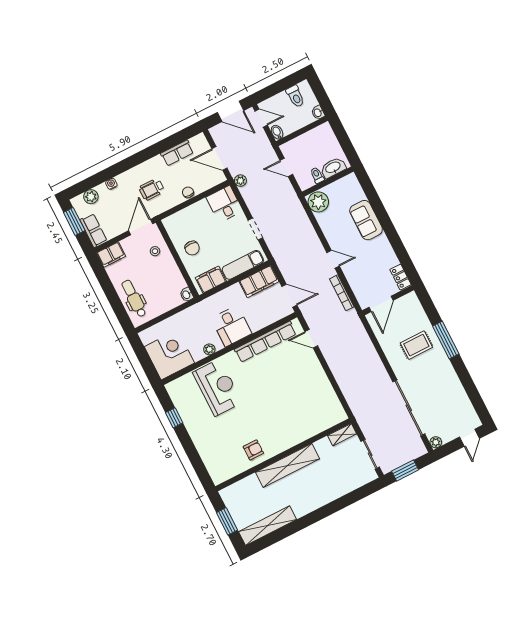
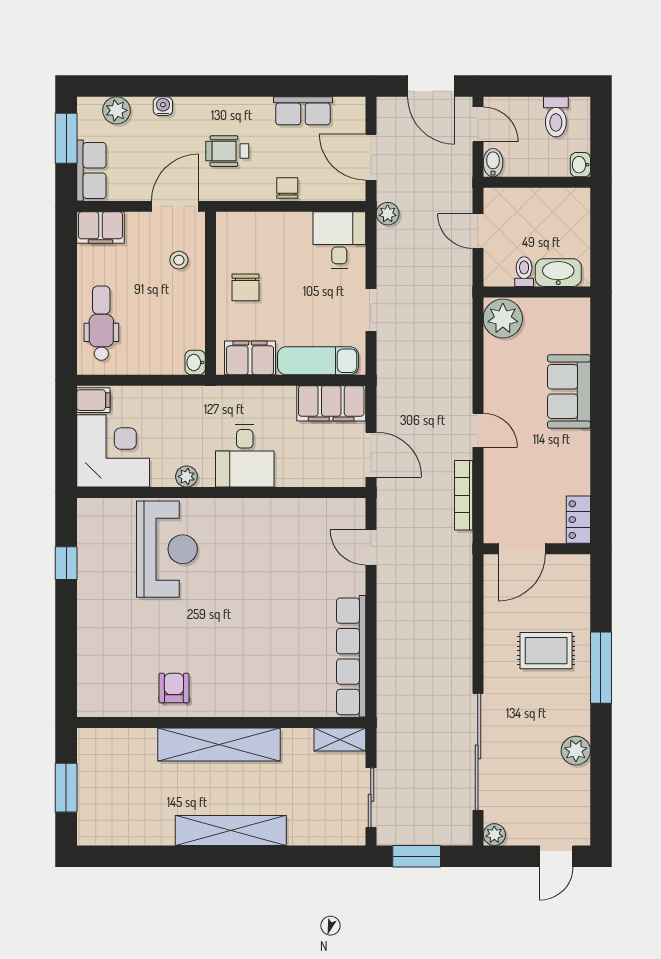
filing cabinet: (148, 336) -> (93, 400), added
row of seats: (265, 342) -> (351, 656), moved, turned 90
plant: (454, 384) -> (576, 751), added
armchair: (253, 450) -> (174, 688), turned -90
shelving: (268, 526) -> (231, 830), moved

